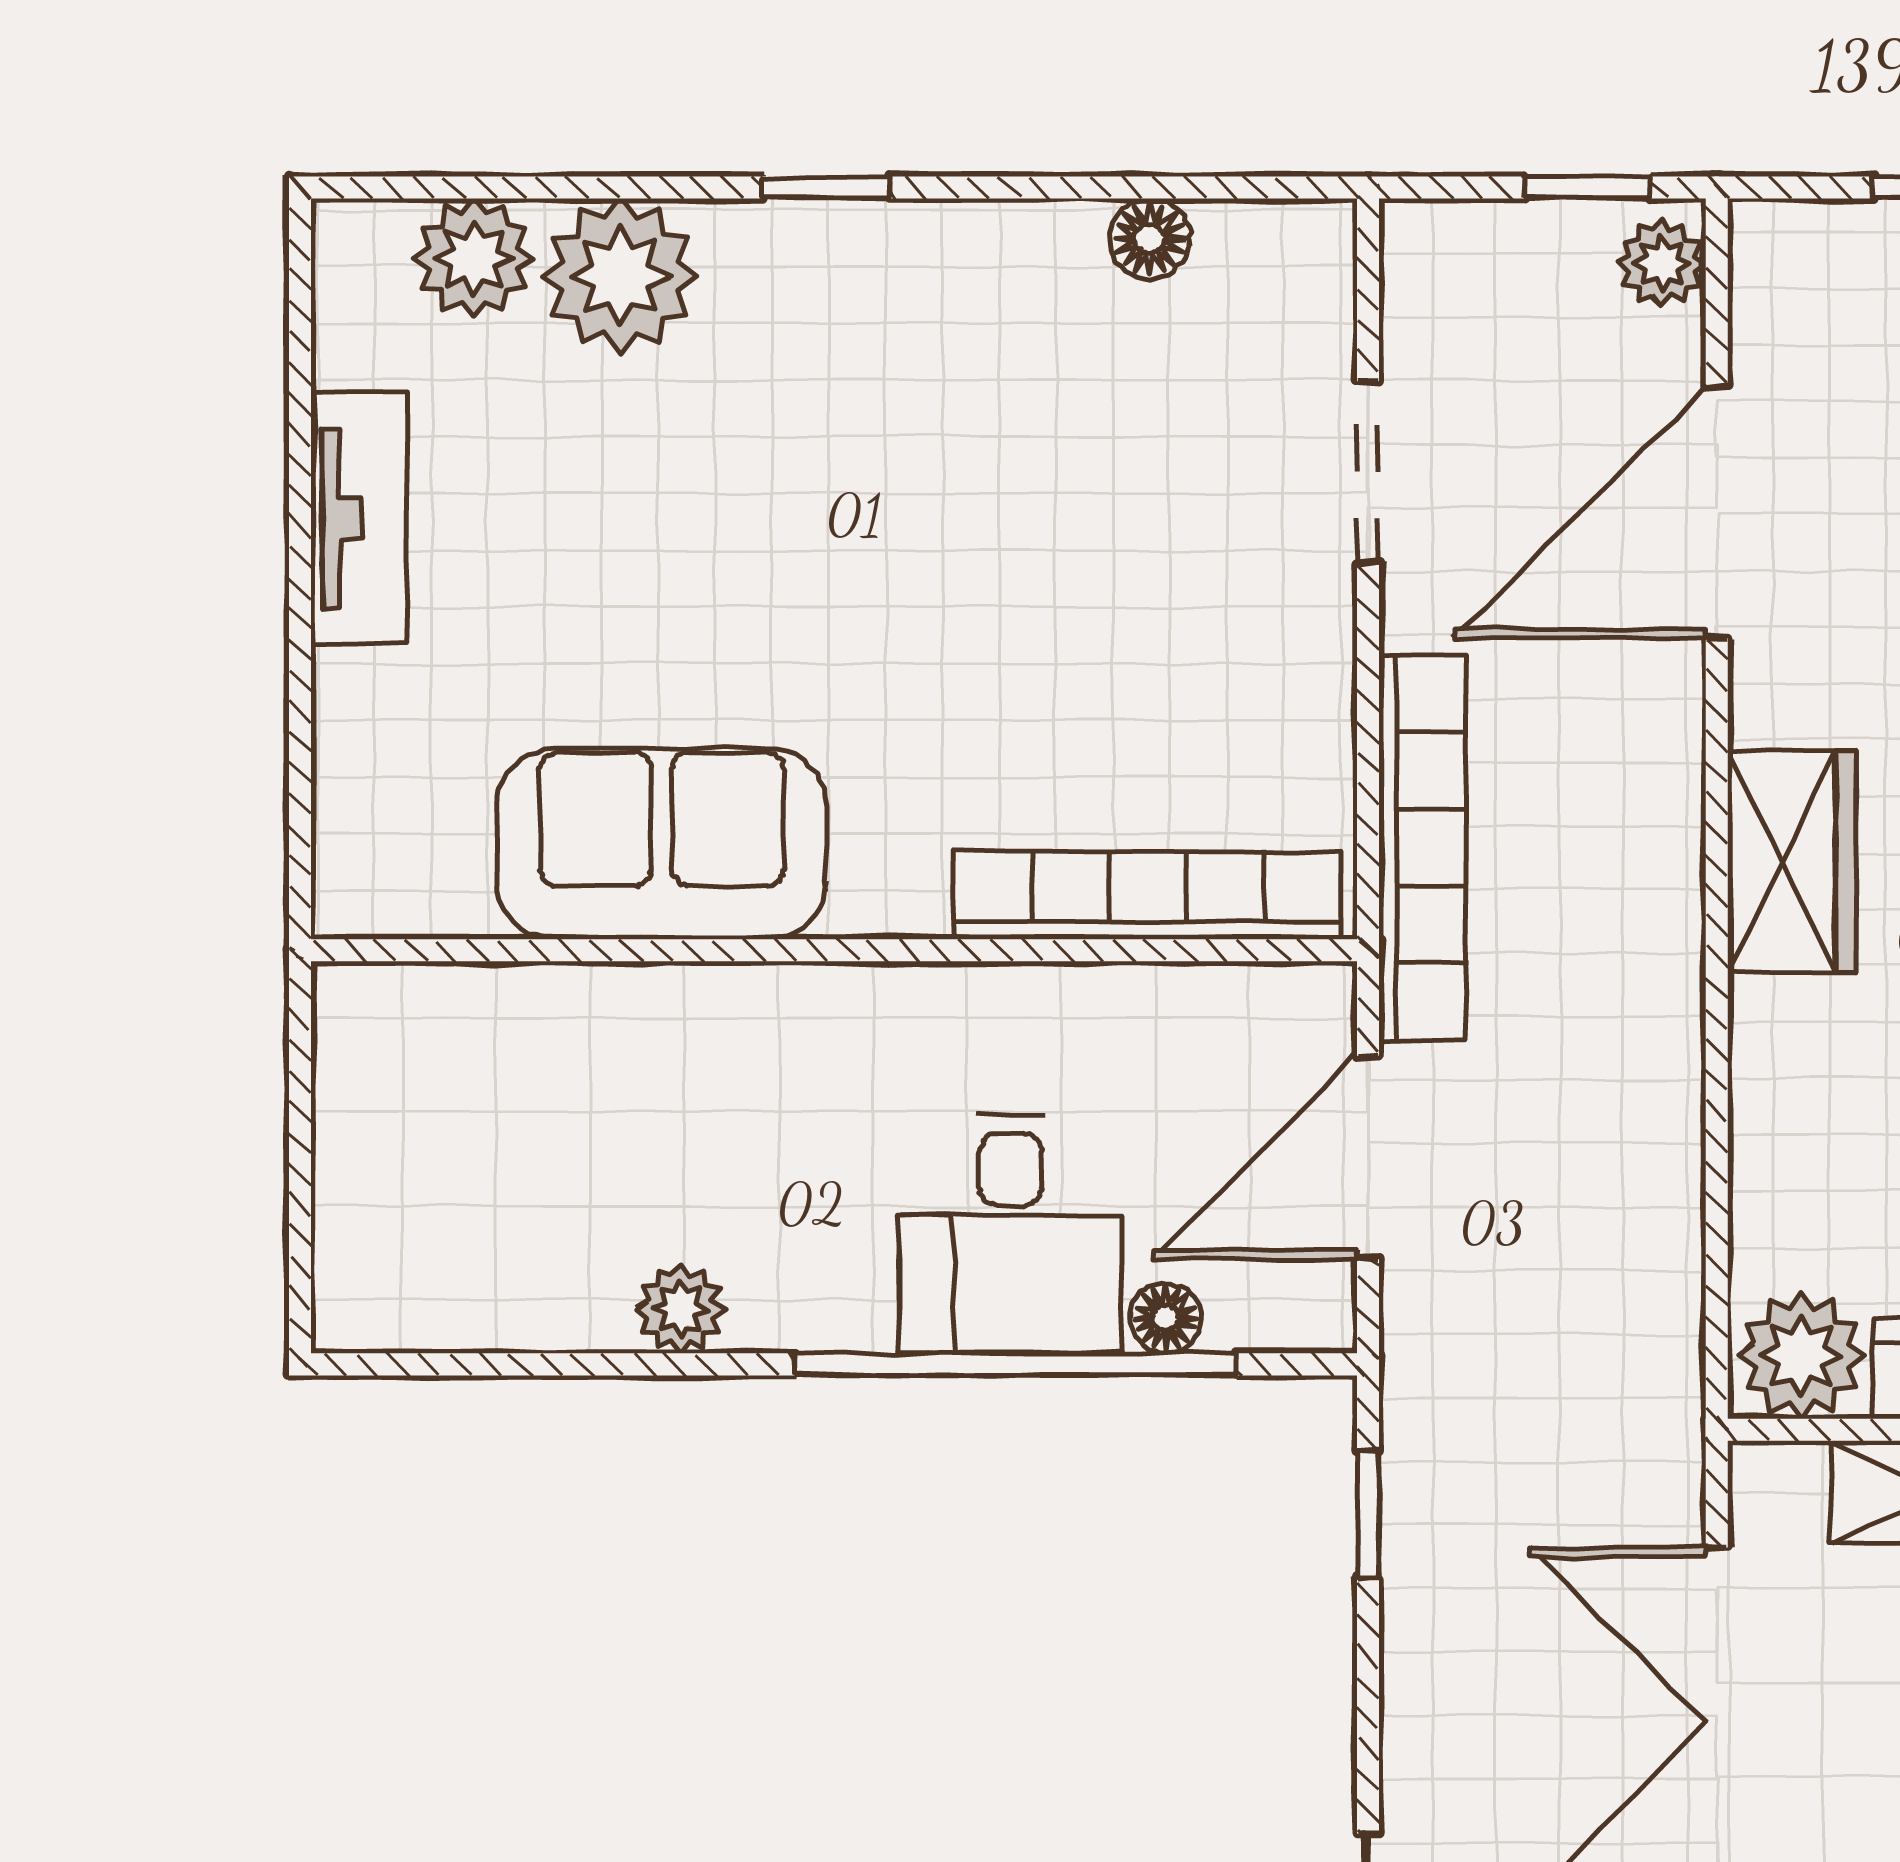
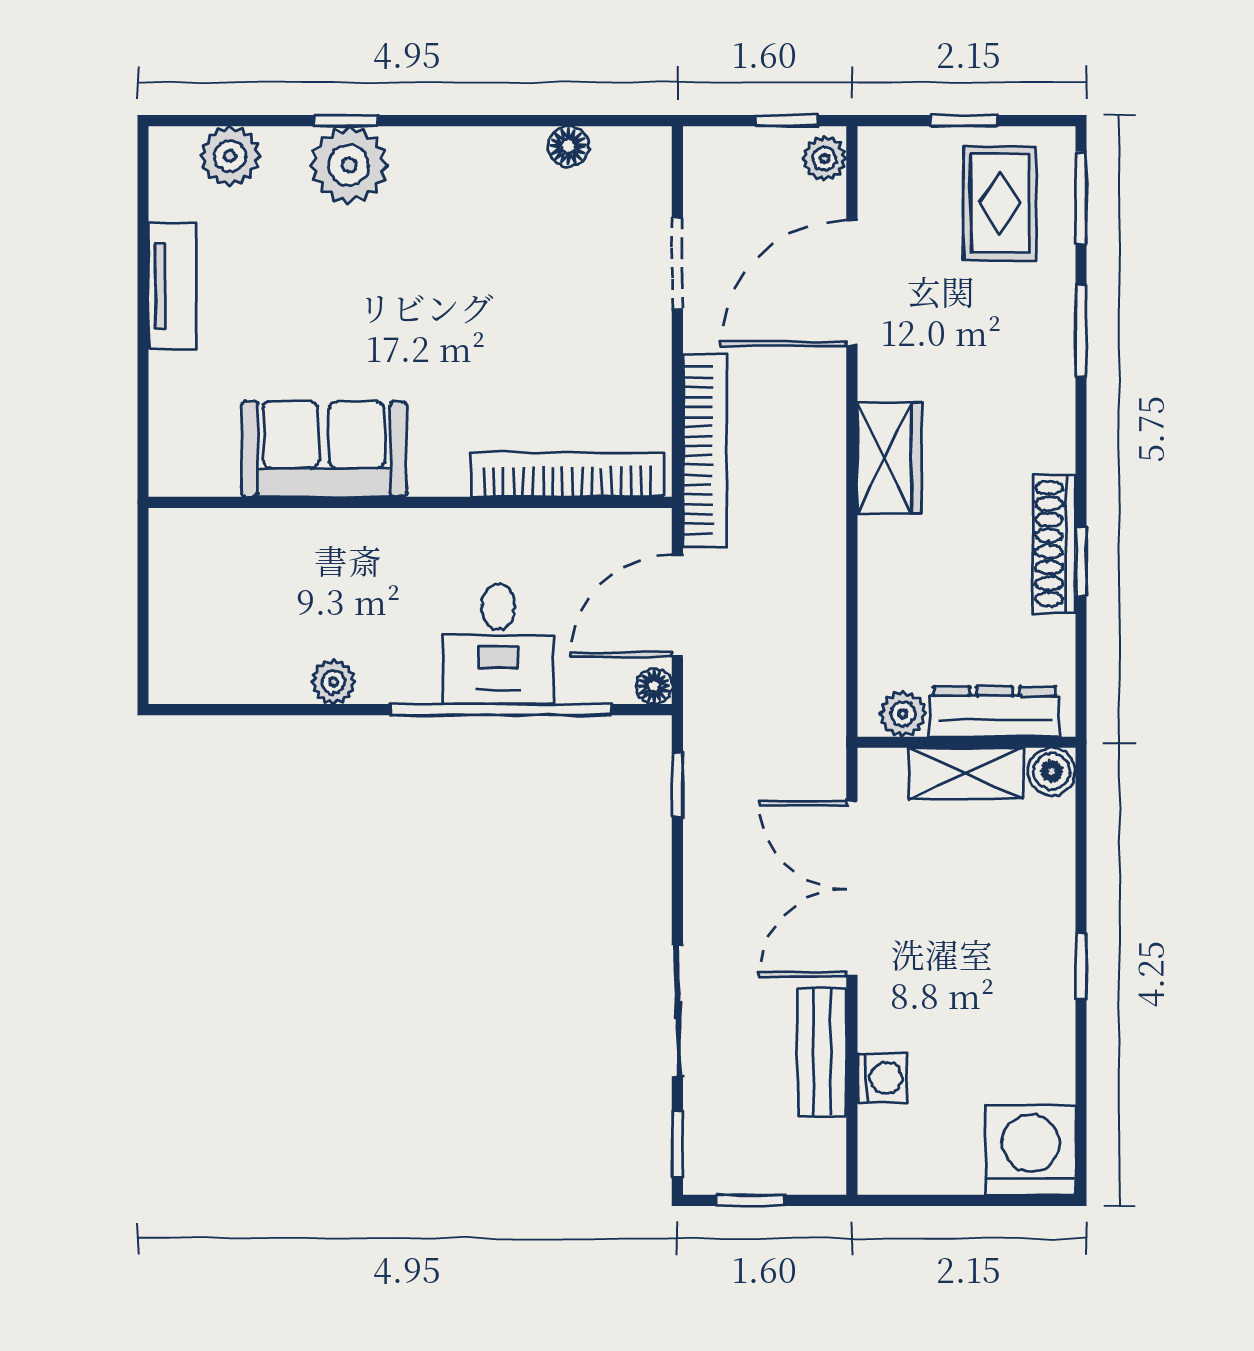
window: (826, 187) -> (346, 121), moved
plant: (620, 276) -> (349, 165), moved
floor lamp: (1166, 1318) -> (654, 686), moved
plant: (1801, 1356) -> (903, 714), width x0.73, depth x0.73

